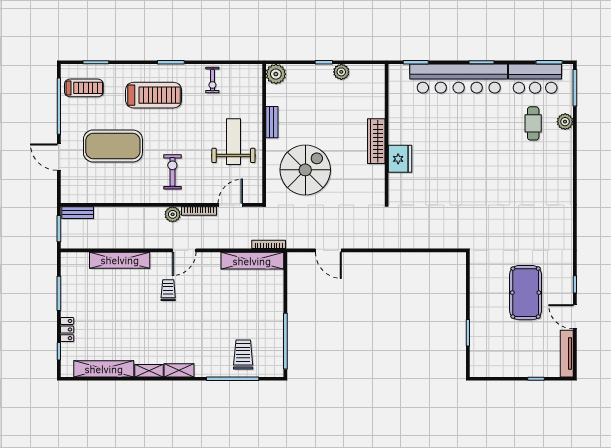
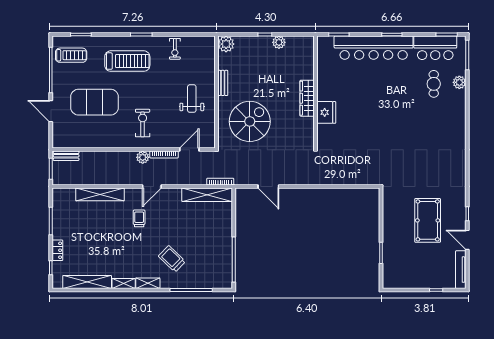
weight bench: (233, 142) -> (192, 99), width x0.73, depth x0.75
trolley: (243, 354) -> (172, 259), moved, turned -46

